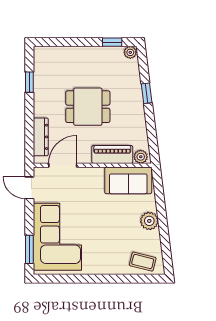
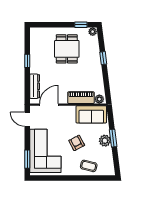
window: (29, 82) -> (27, 61), moved
dining table: (88, 107) -> (67, 49), moved, turned 90
window: (162, 217) -> (113, 138), added
armchair: (106, 224) -> (77, 143), added
coffee table: (143, 262) -> (89, 166), moved

